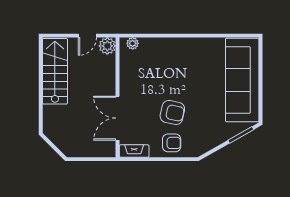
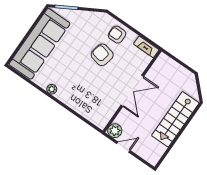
plant: (133, 43) -> (52, 89), moved
stairs: (55, 71) -> (175, 119), moved
double door: (118, 118) -> (132, 91), moved

